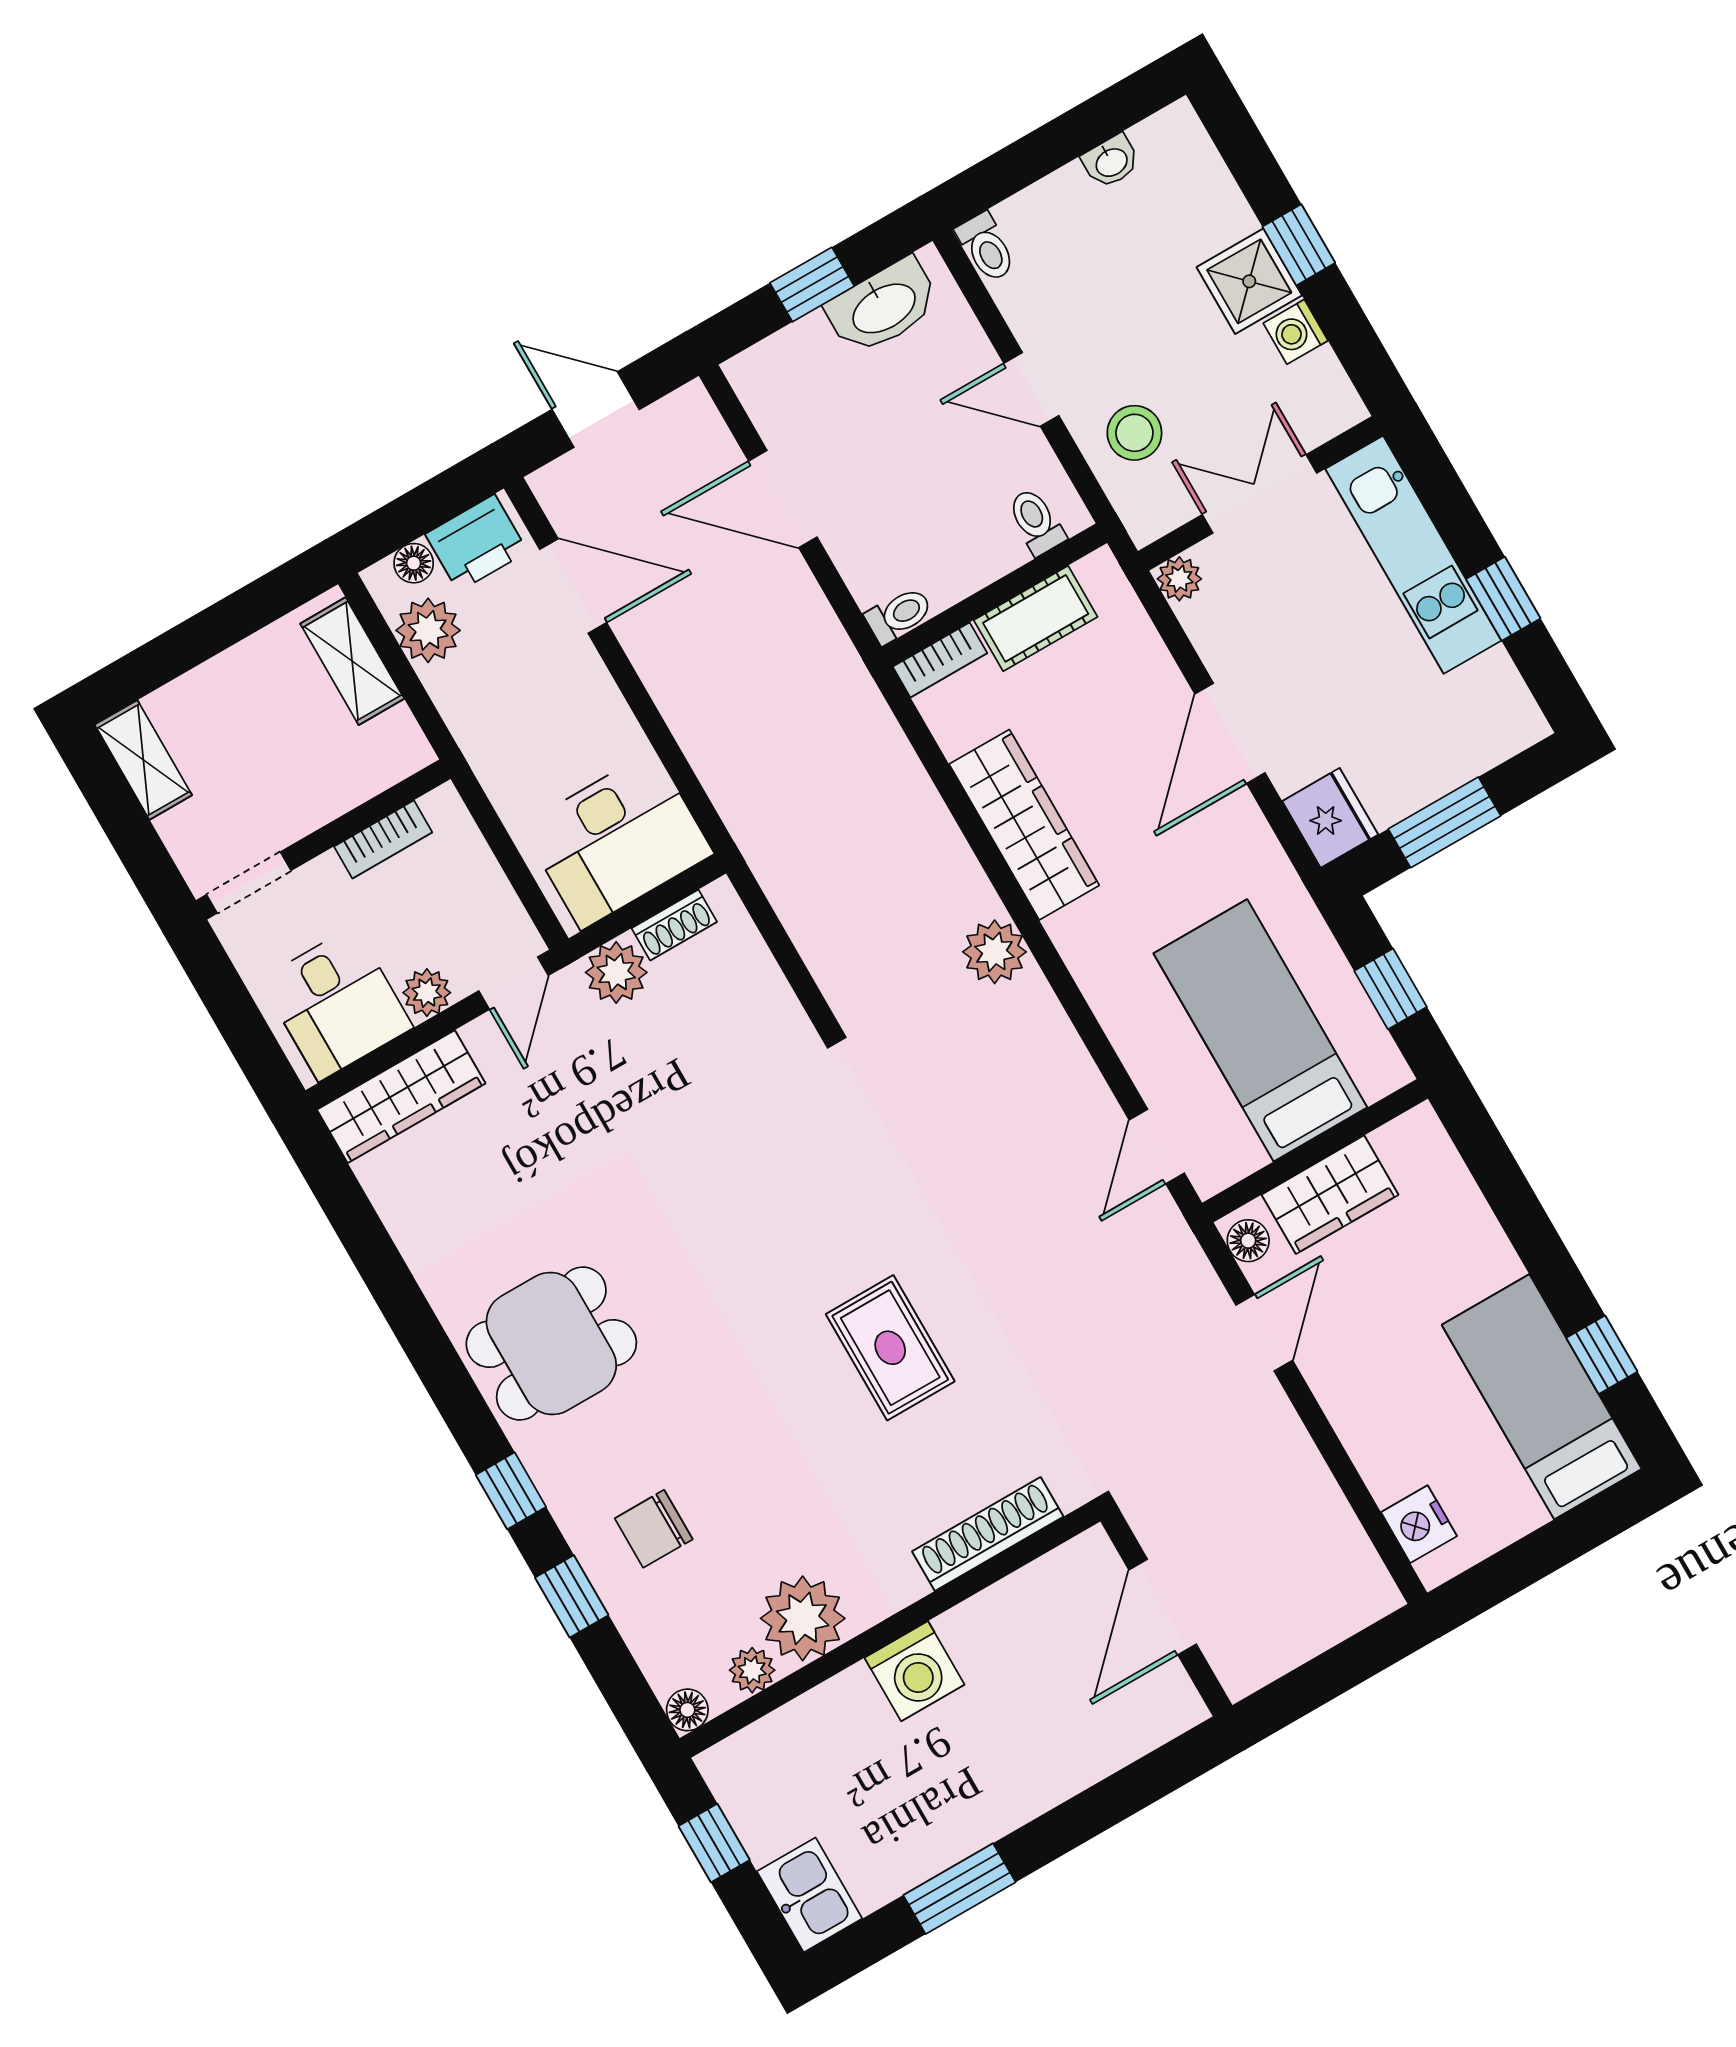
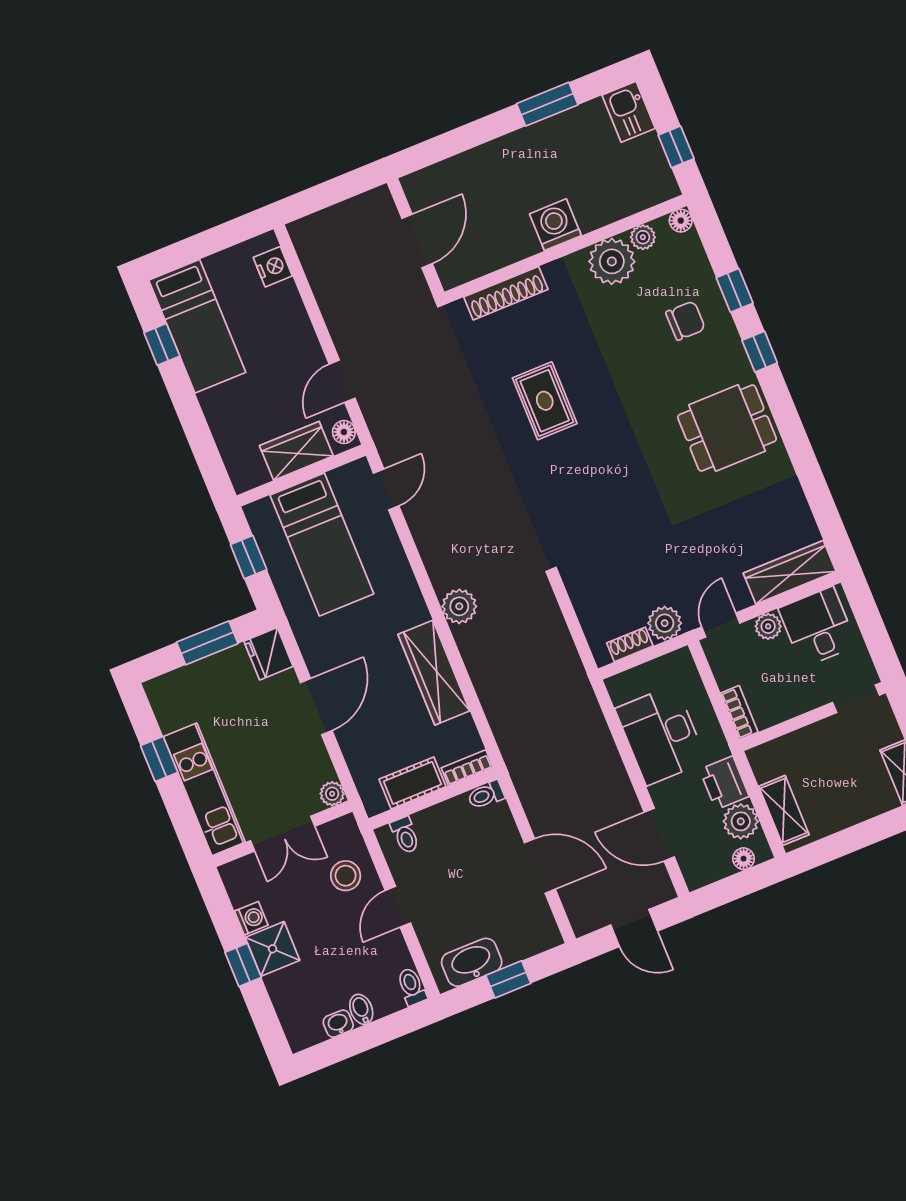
bidet: (1072, 193) -> (361, 1009), added
door: (1031, 389) -> (398, 907), swing flipped
printer: (476, 543) -> (724, 783), moved, turned -90
bookcase: (383, 839) -> (739, 713), moved, turned 90
desk: (617, 840) -> (661, 735), moved, turned -90

